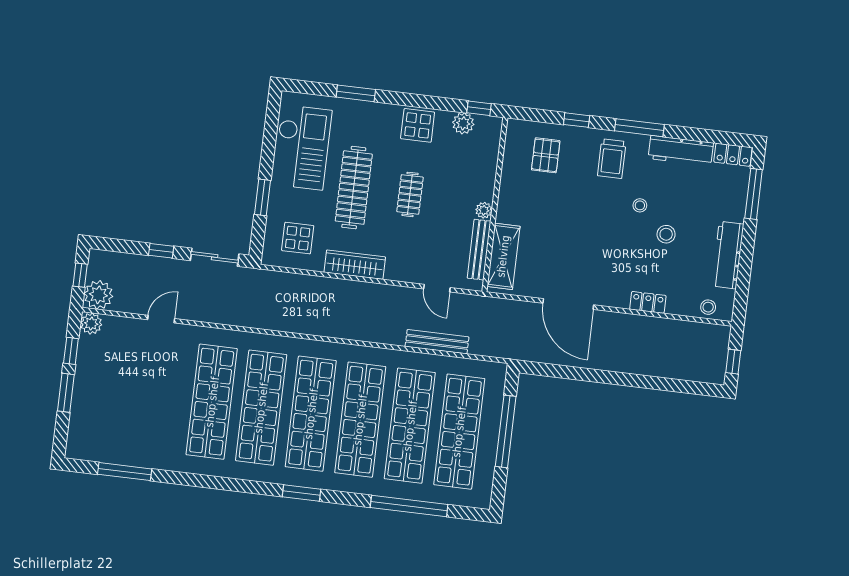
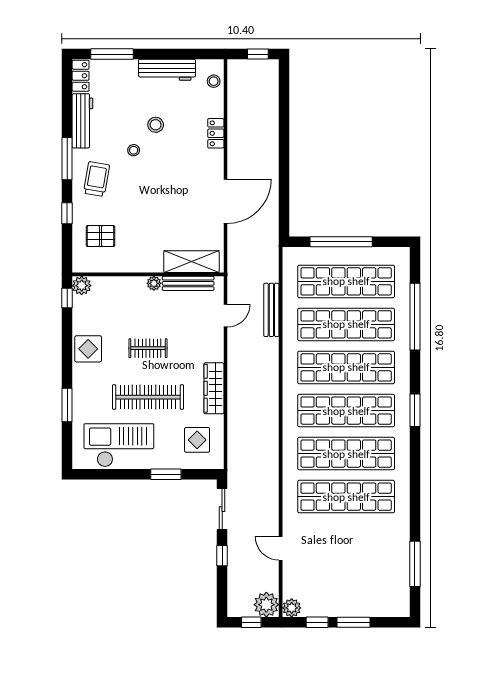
plant: (463, 123) -> (82, 286), moved
trolley: (612, 159) -> (97, 179), turned -80

